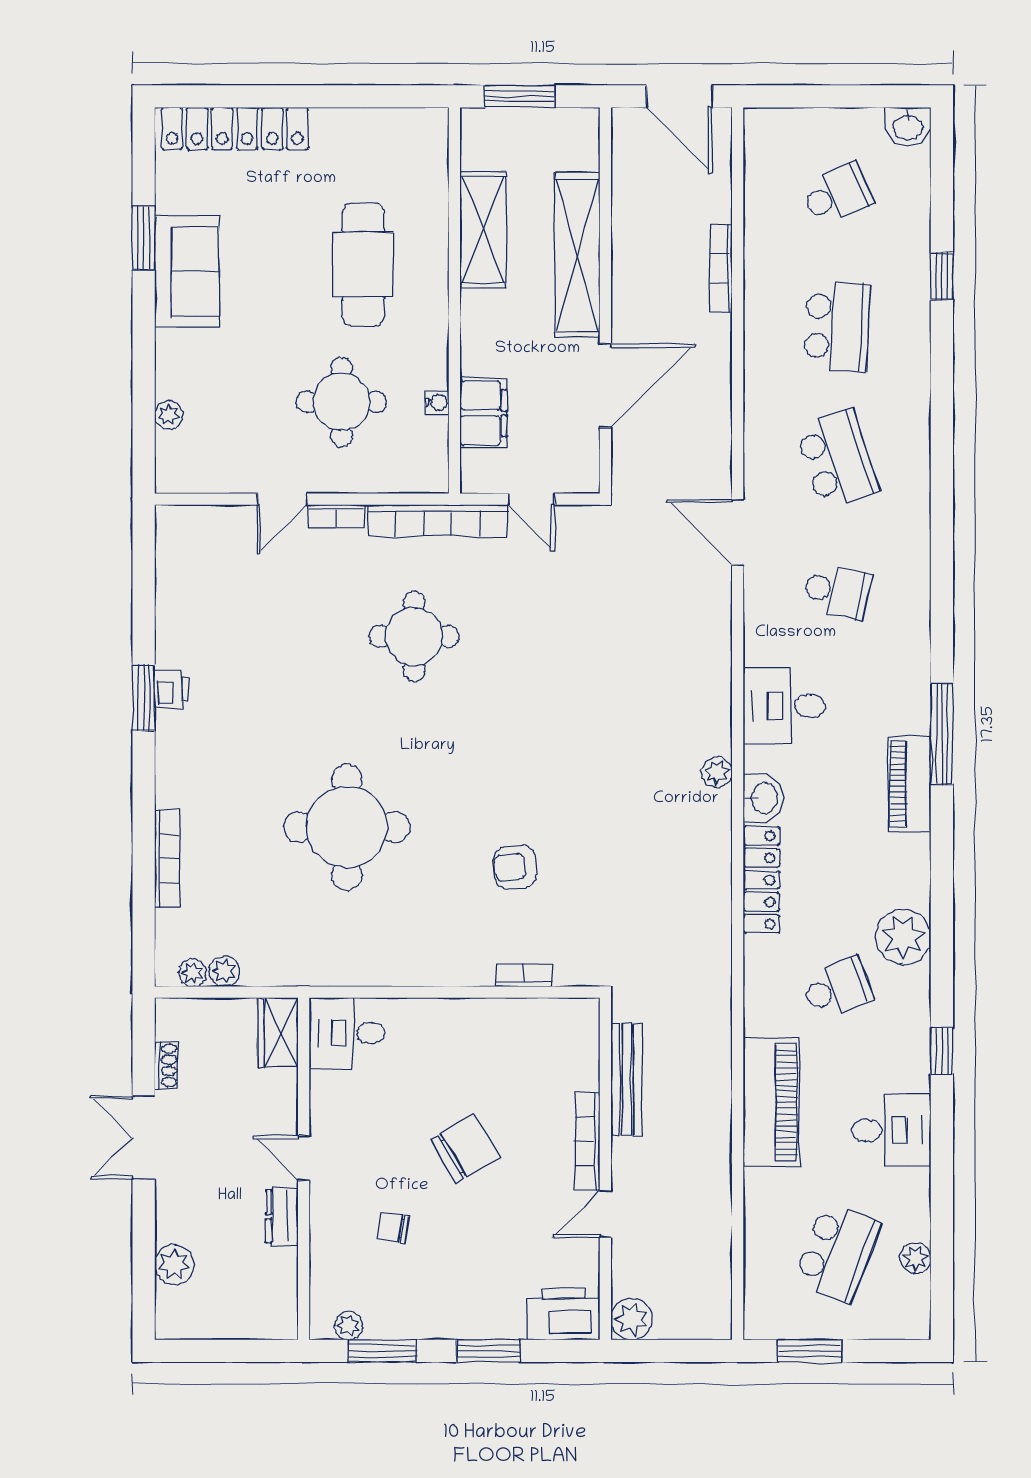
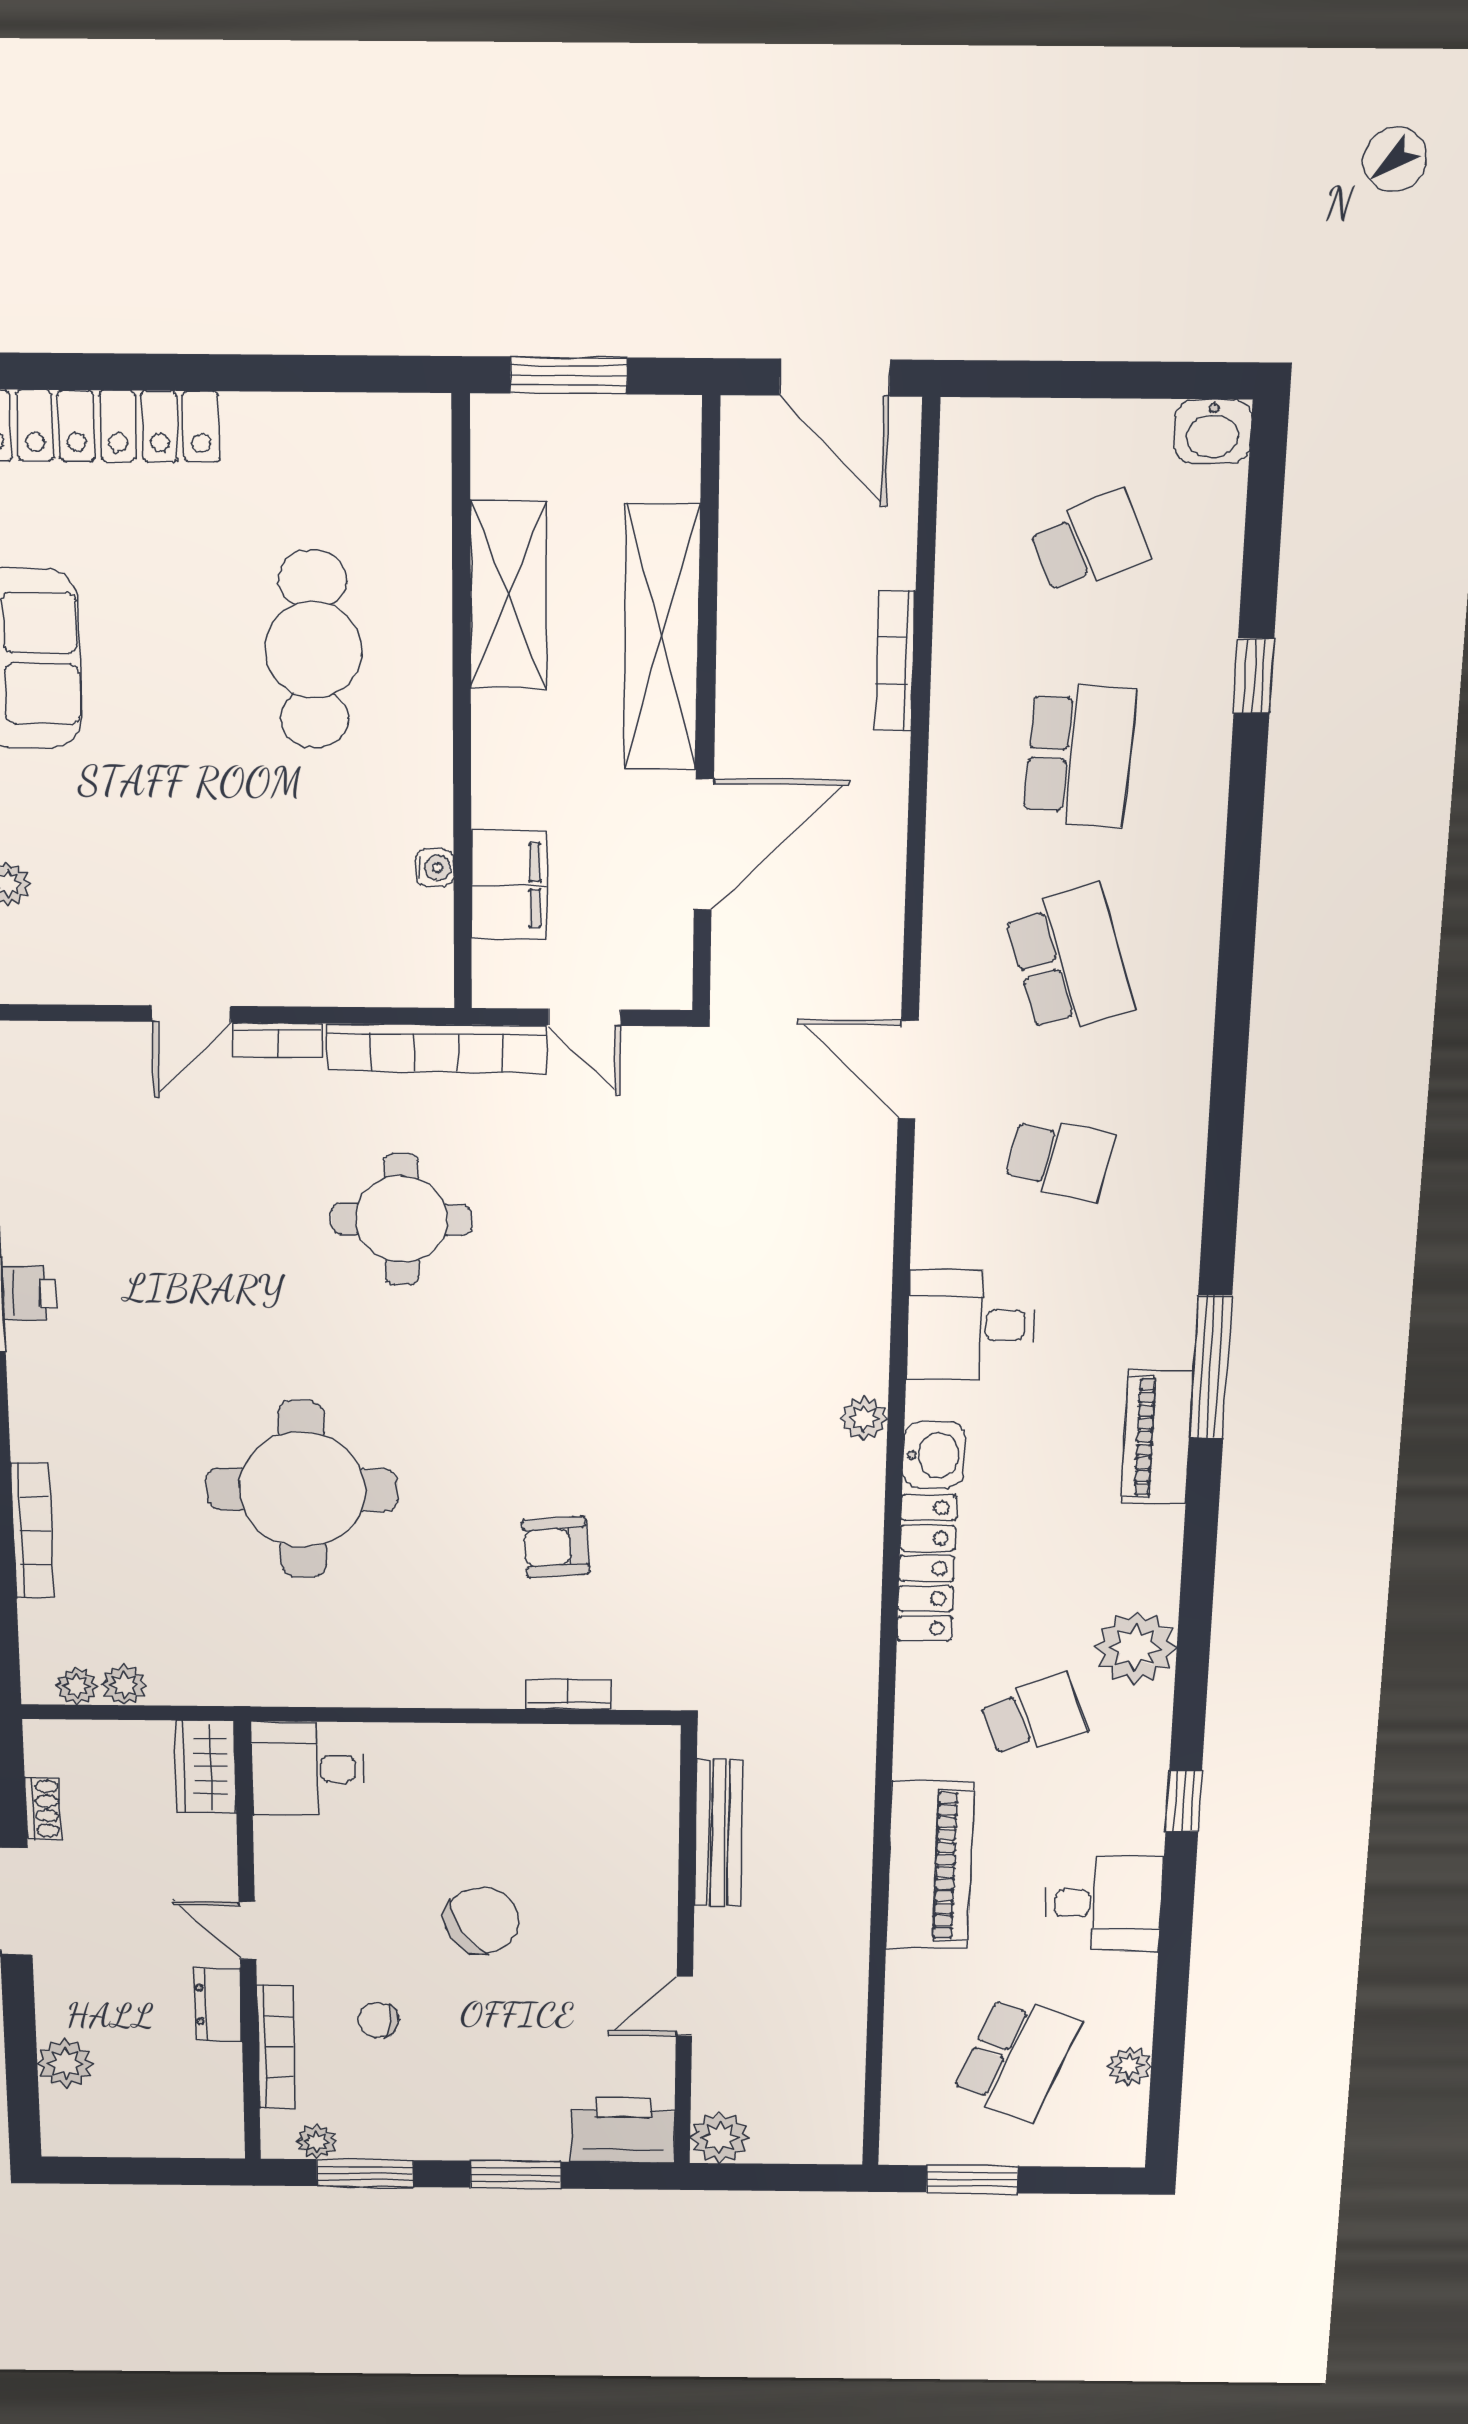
round table: (341, 402) -> (282, 866), removed
bookcase: (587, 1141) -> (276, 2047), moved, turned 180

